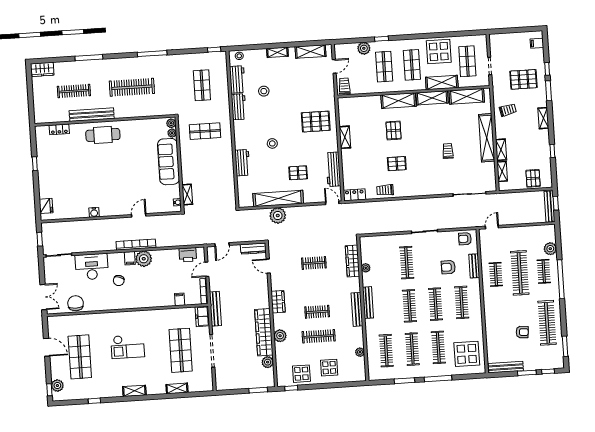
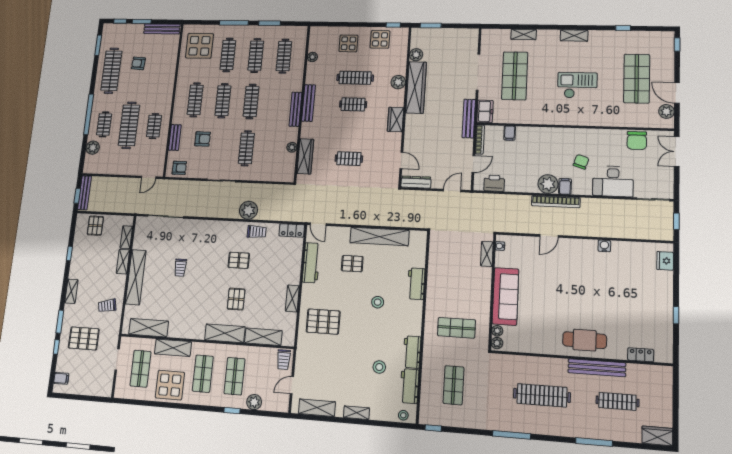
shelving: (432, 98) -> (263, 337), moved
plant: (278, 216) -> (248, 210), moved
plant: (57, 386) -> (666, 111), moved

